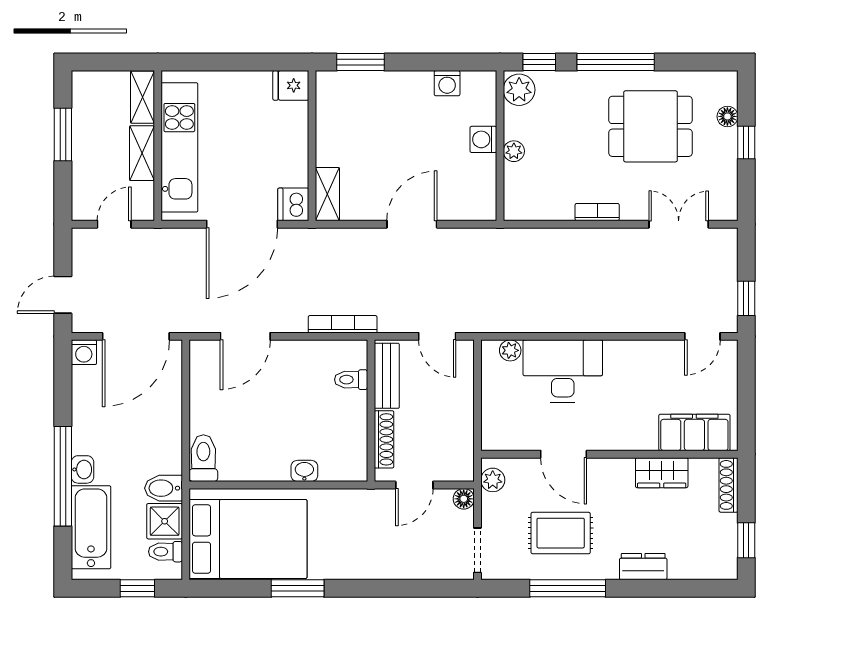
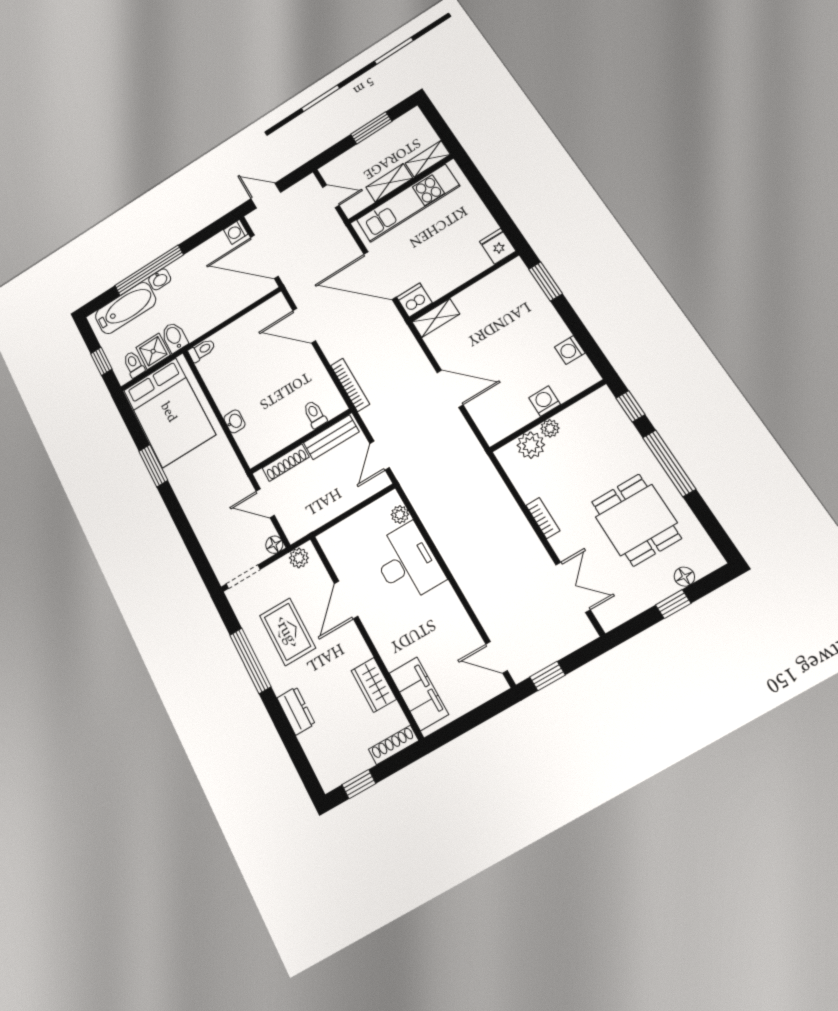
plant: (519, 90) -> (531, 445), moved
toilet: (203, 458) -> (202, 350), width x0.73, depth x0.72

